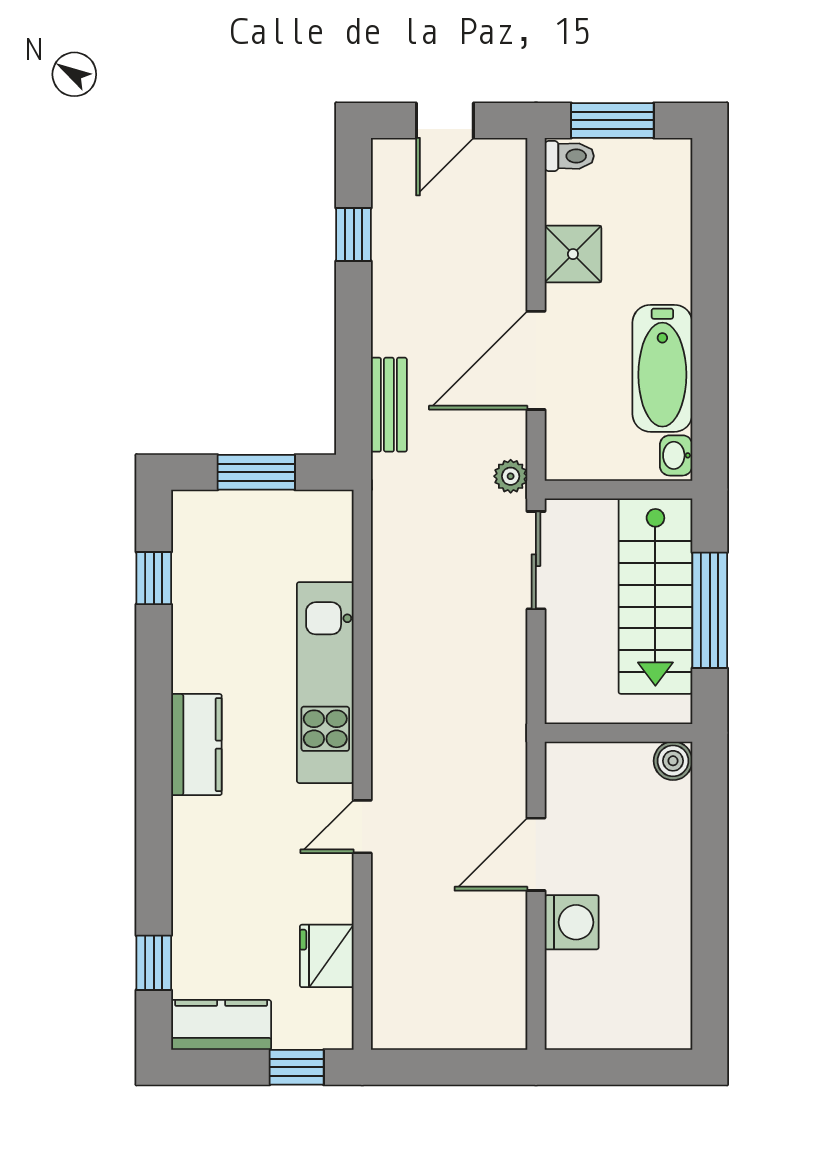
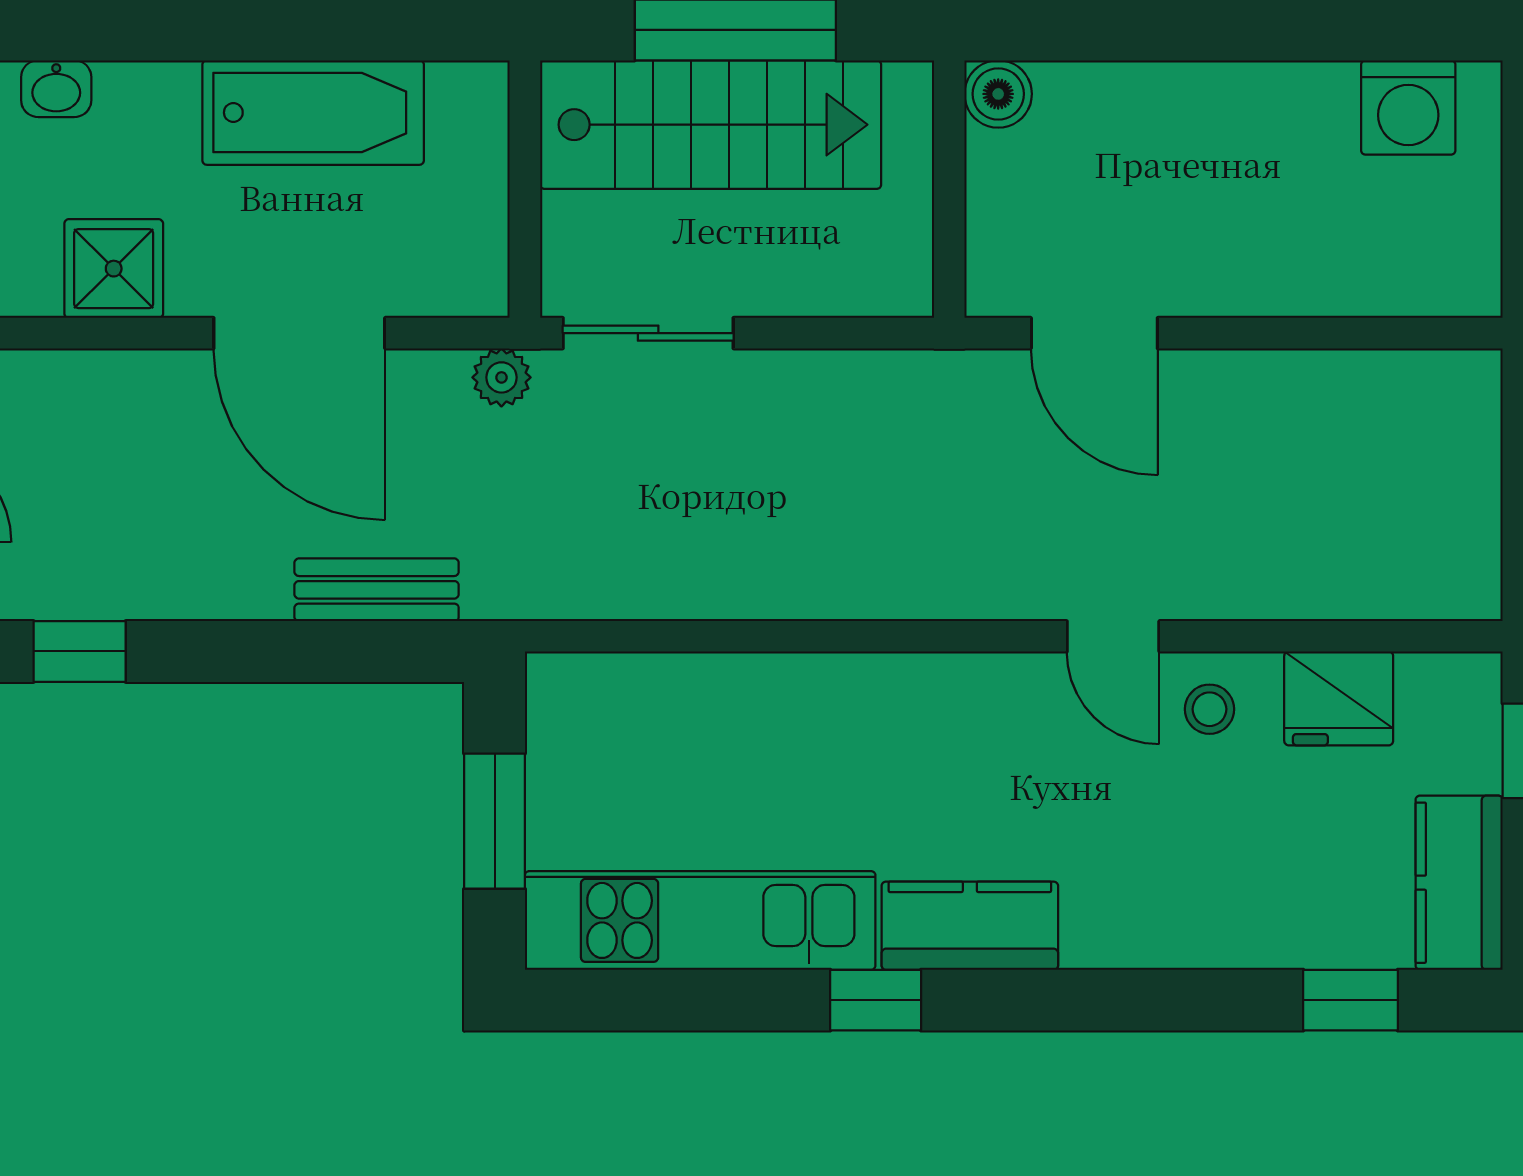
washbasin: (676, 455) -> (56, 89), moved
window: (154, 578) -> (876, 1000), moved
kitchen unit: (325, 683) -> (700, 920), moved, turned 180
door: (536, 854) -> (1094, 333), moved
stool: (320, 882) -> (1209, 709), added
washing machine: (572, 922) -> (1408, 107), moved, turned 180

